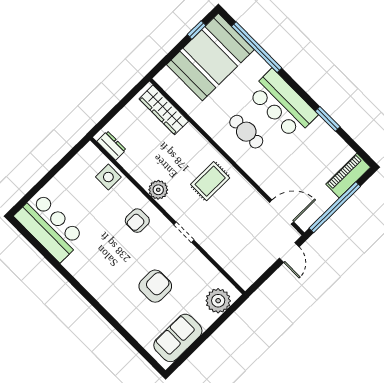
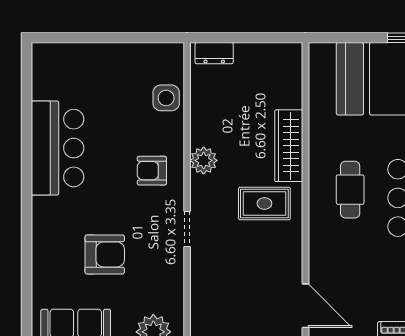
wardrobe: (164, 110) -> (289, 146), moved
dresser: (111, 146) -> (214, 53), moved, turned 90
bar counter: (50, 227) -> (57, 148), moved

